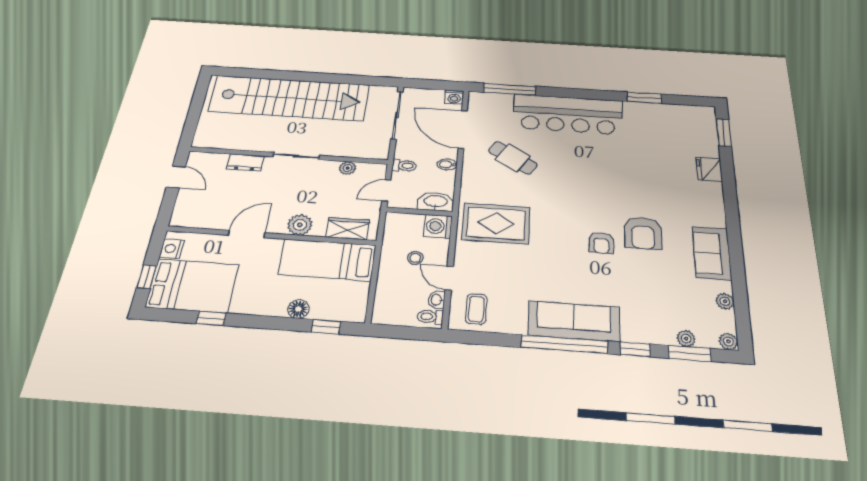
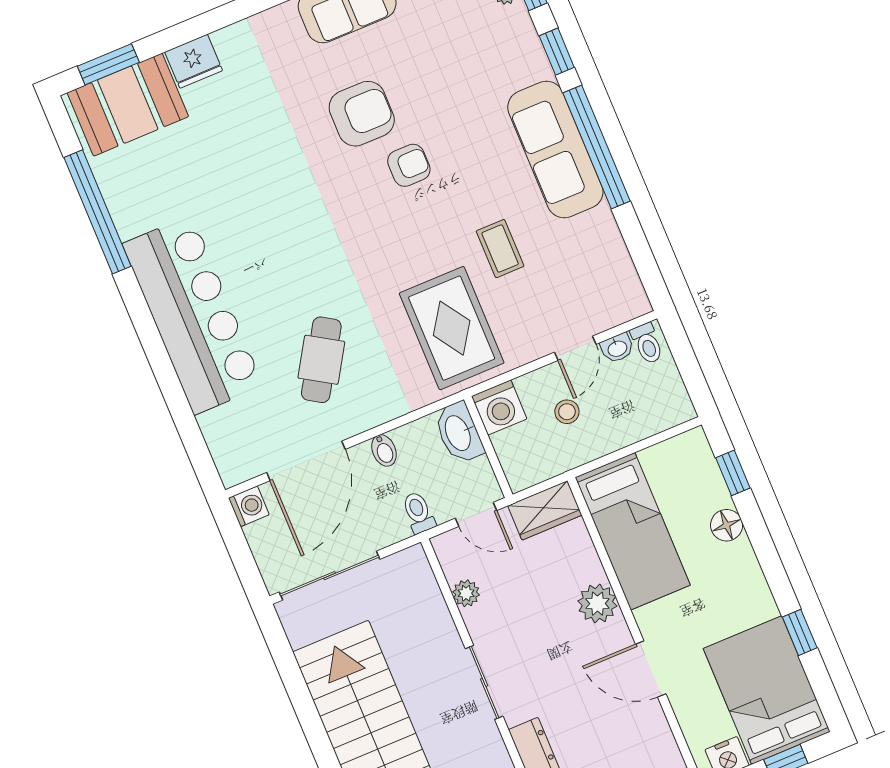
window: (510, 89) -> (188, 428), removed
window: (644, 98) -> (98, 212), width x2.11
booth: (697, 132) -> (128, 105), added
wardrobe: (348, 229) -> (545, 510), moved, turned -90
coffee table: (476, 309) -> (500, 249), moved, turned 90

